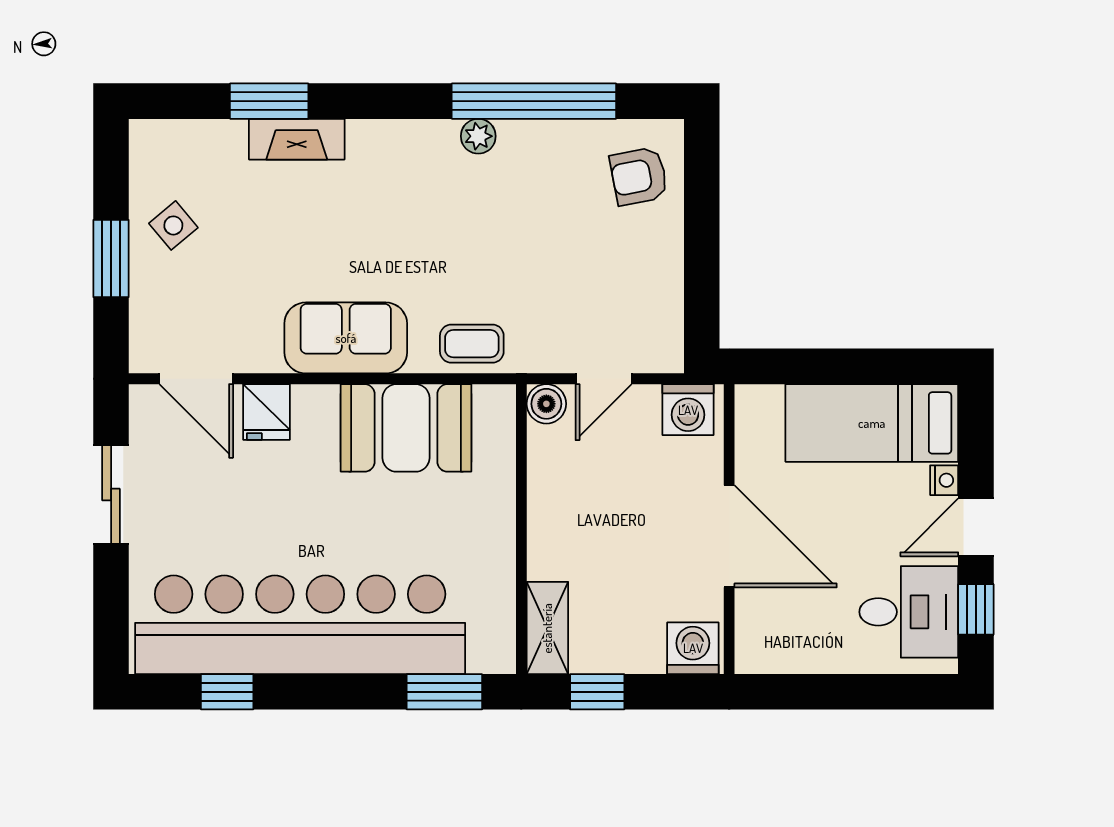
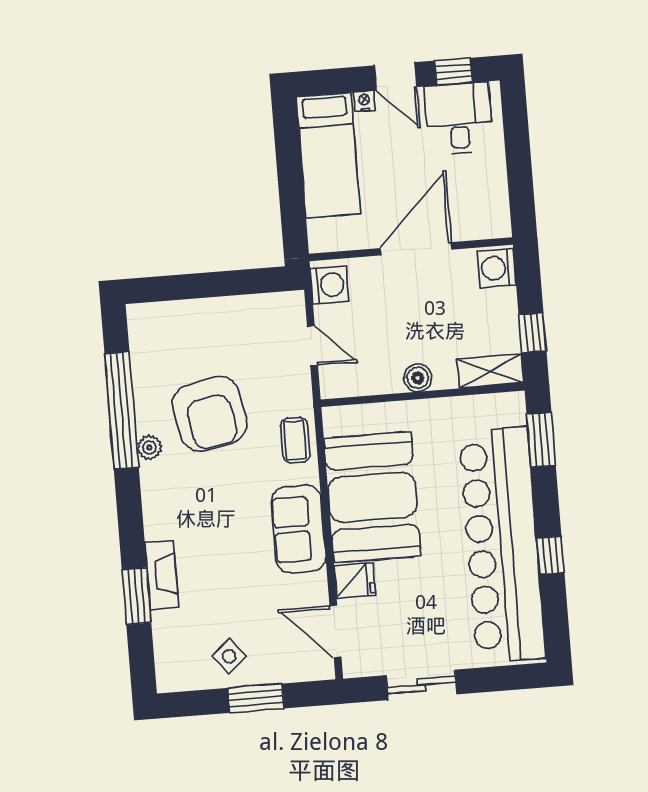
armchair: (639, 176) -> (210, 414), moved, width x1.88, depth x1.88
door: (196, 379) -> (335, 632), swing flipped
boiler: (546, 404) -> (418, 378), moved
booth: (406, 428) -> (372, 497), width x1.36, depth x1.42
window: (227, 692) -> (550, 556), moved

